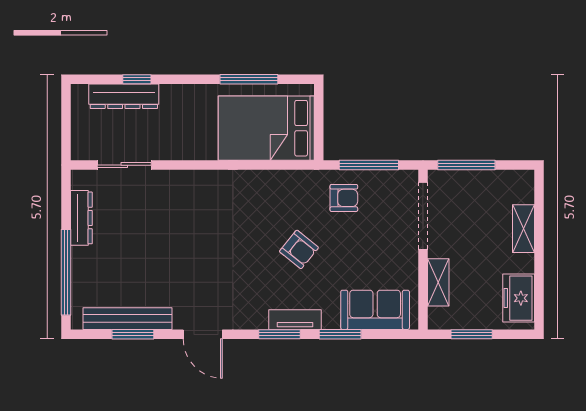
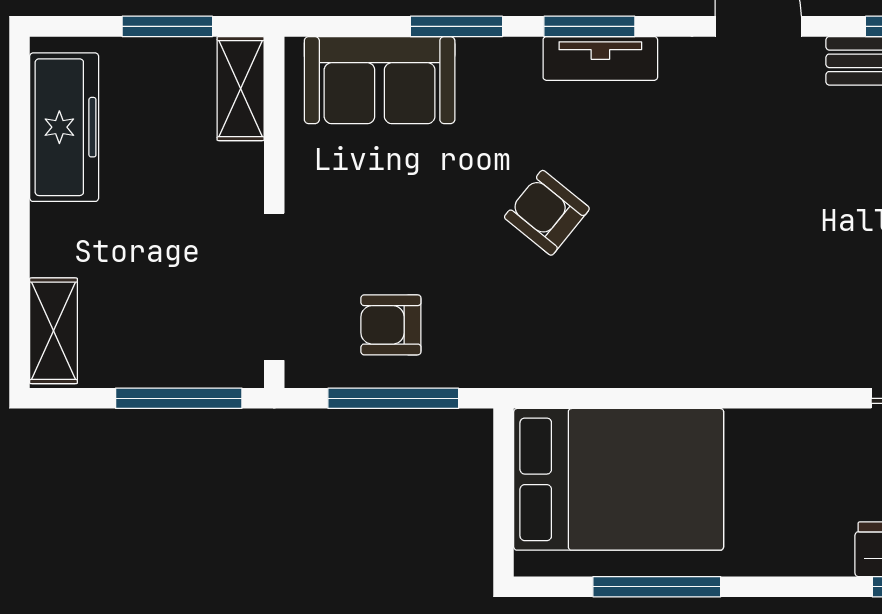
armchair: (344, 198) -> (391, 325), moved
shelving: (523, 229) -> (53, 331), moved
shelving: (438, 282) -> (241, 89), moved
freezer: (519, 298) -> (64, 127), width x1.40
tv unit: (295, 320) -> (600, 58), moved

